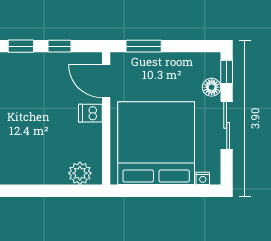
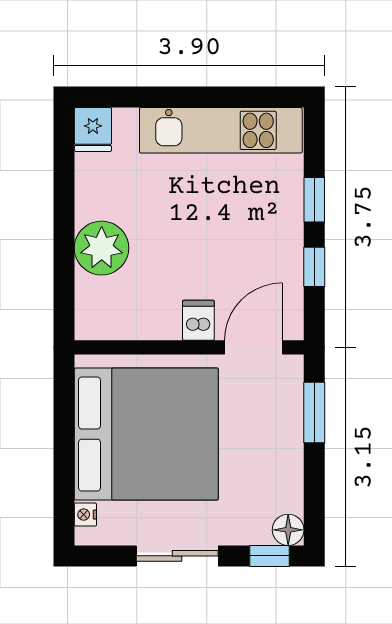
floor lamp: (212, 87) -> (288, 530), moved
plant: (80, 173) -> (102, 248), moved, width x1.36, depth x1.36

